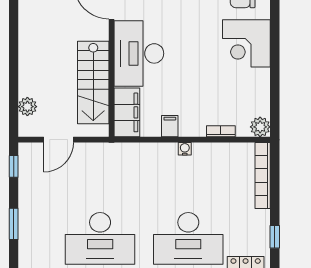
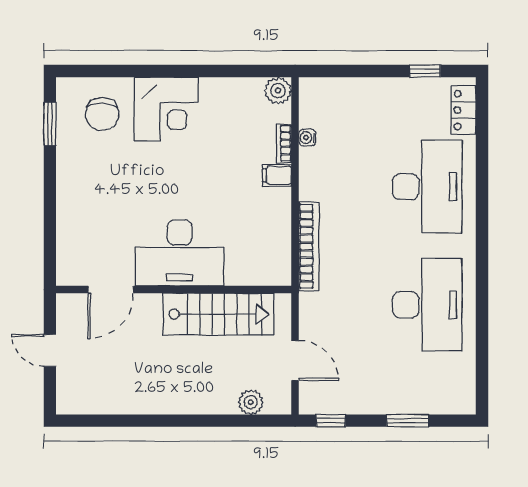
filing cabinet: (127, 112) -> (259, 269), removed
filing cabinet: (170, 126) -> (277, 175), moved
water cooler: (185, 149) -> (307, 138), moved
bookcase: (263, 175) -> (309, 246), moved, turned -90

